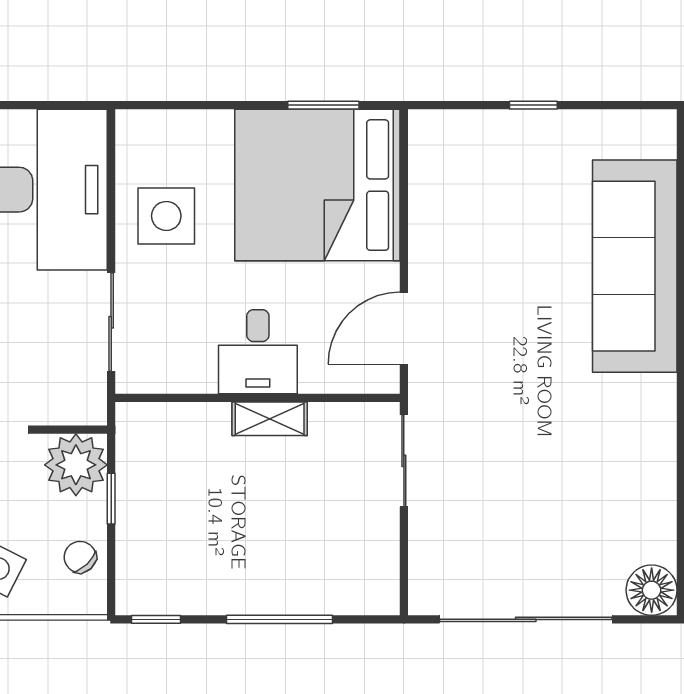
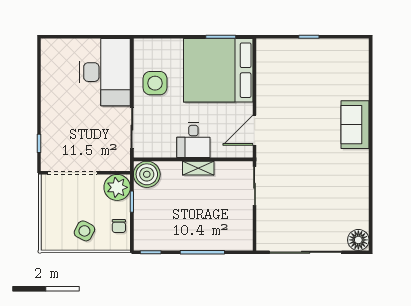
sofa: (635, 266) -> (355, 125), width x0.54, depth x0.79
boiler: (147, 433) -> (147, 174), added
chair: (80, 557) -> (119, 226), turned -137

